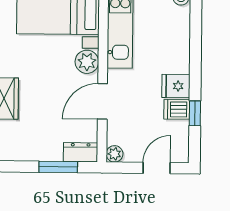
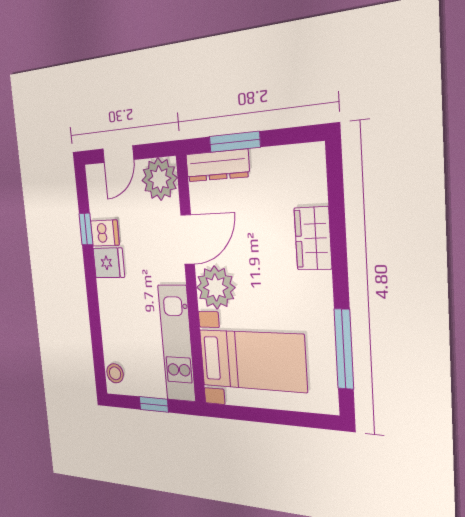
plant: (87, 62) -> (216, 288), width x1.36, depth x1.36
dresser: (81, 152) -> (217, 165), width x1.44
plant: (114, 154) -> (160, 179), width x1.88, depth x1.88

